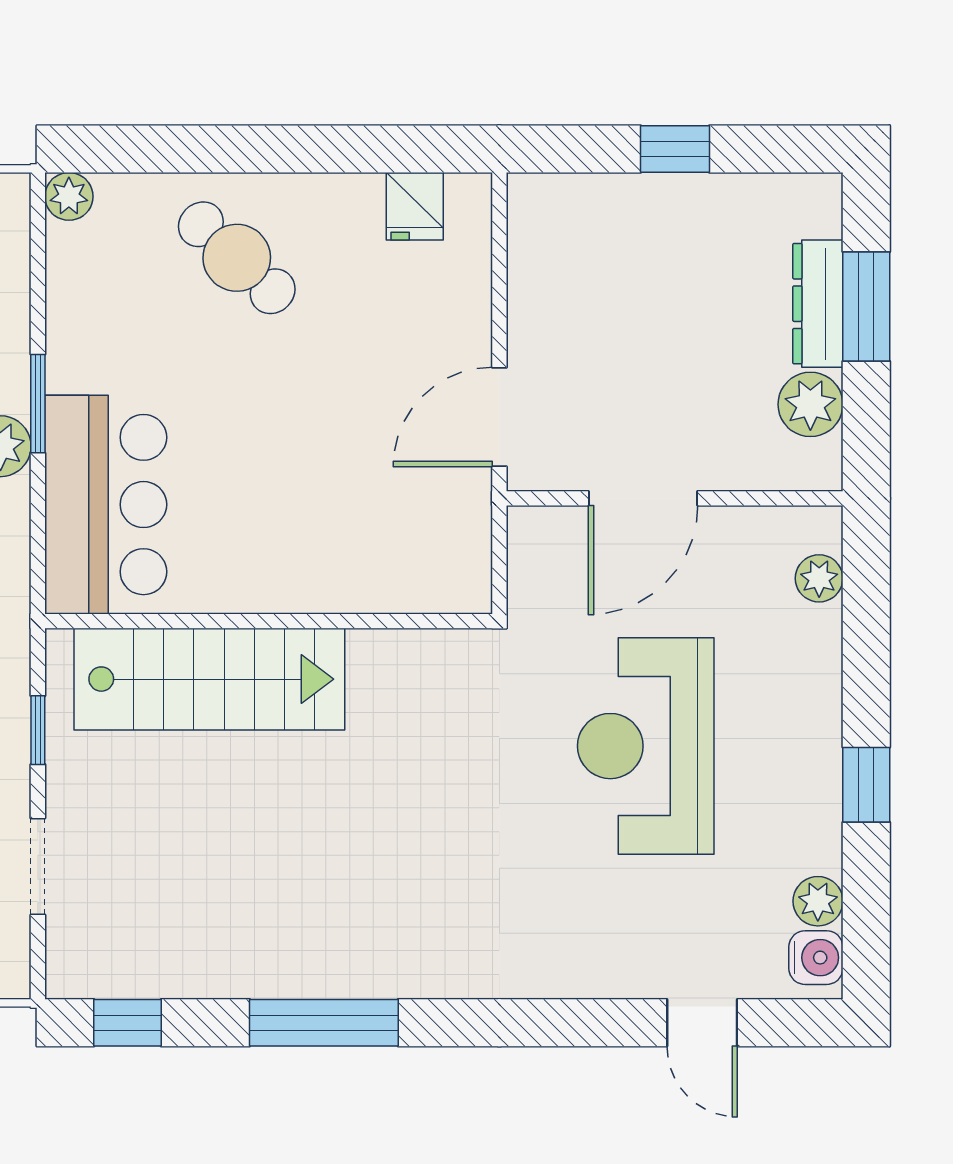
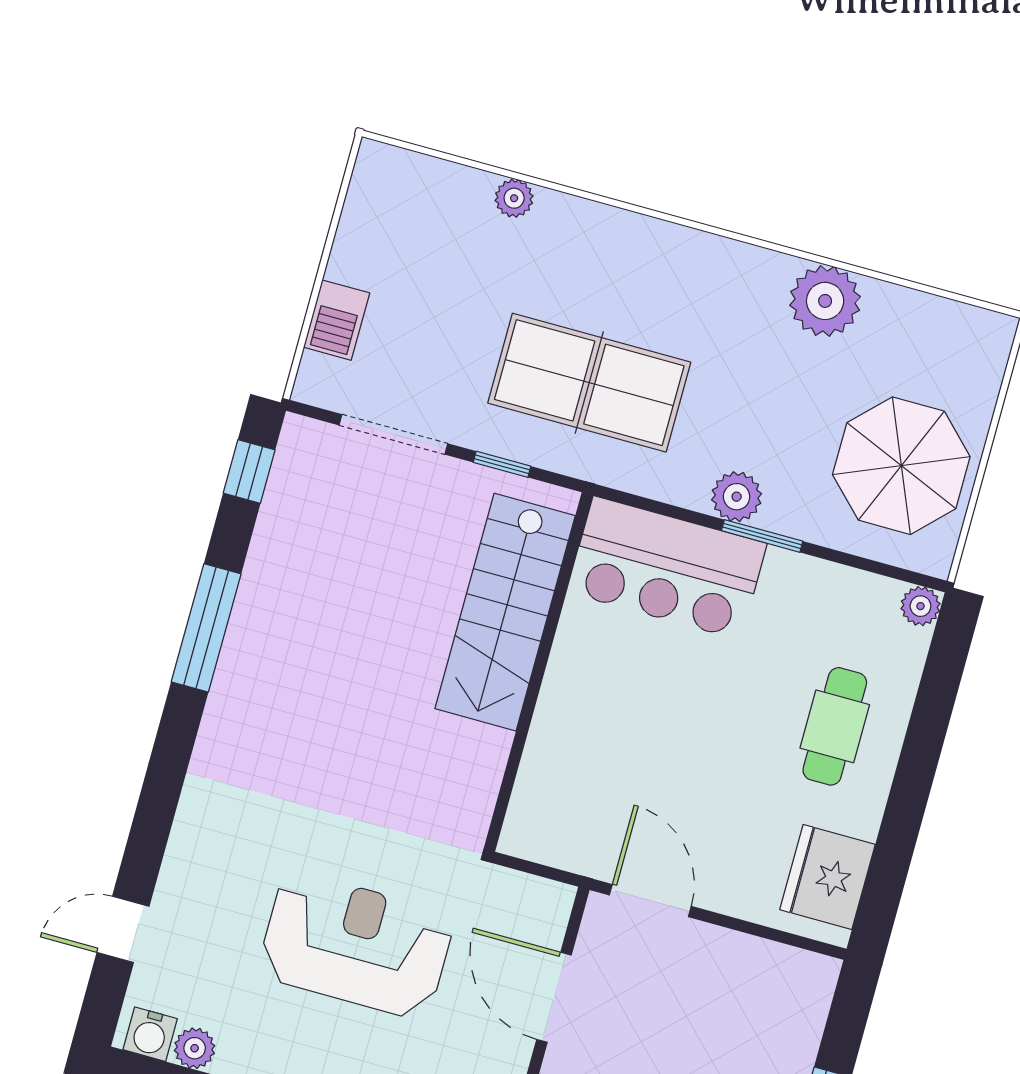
fridge: (415, 206) -> (828, 877), width x1.88, depth x1.34
cafe table: (237, 258) -> (835, 726), turned -43
doorway: (38, 867) -> (393, 434), width x1.38

